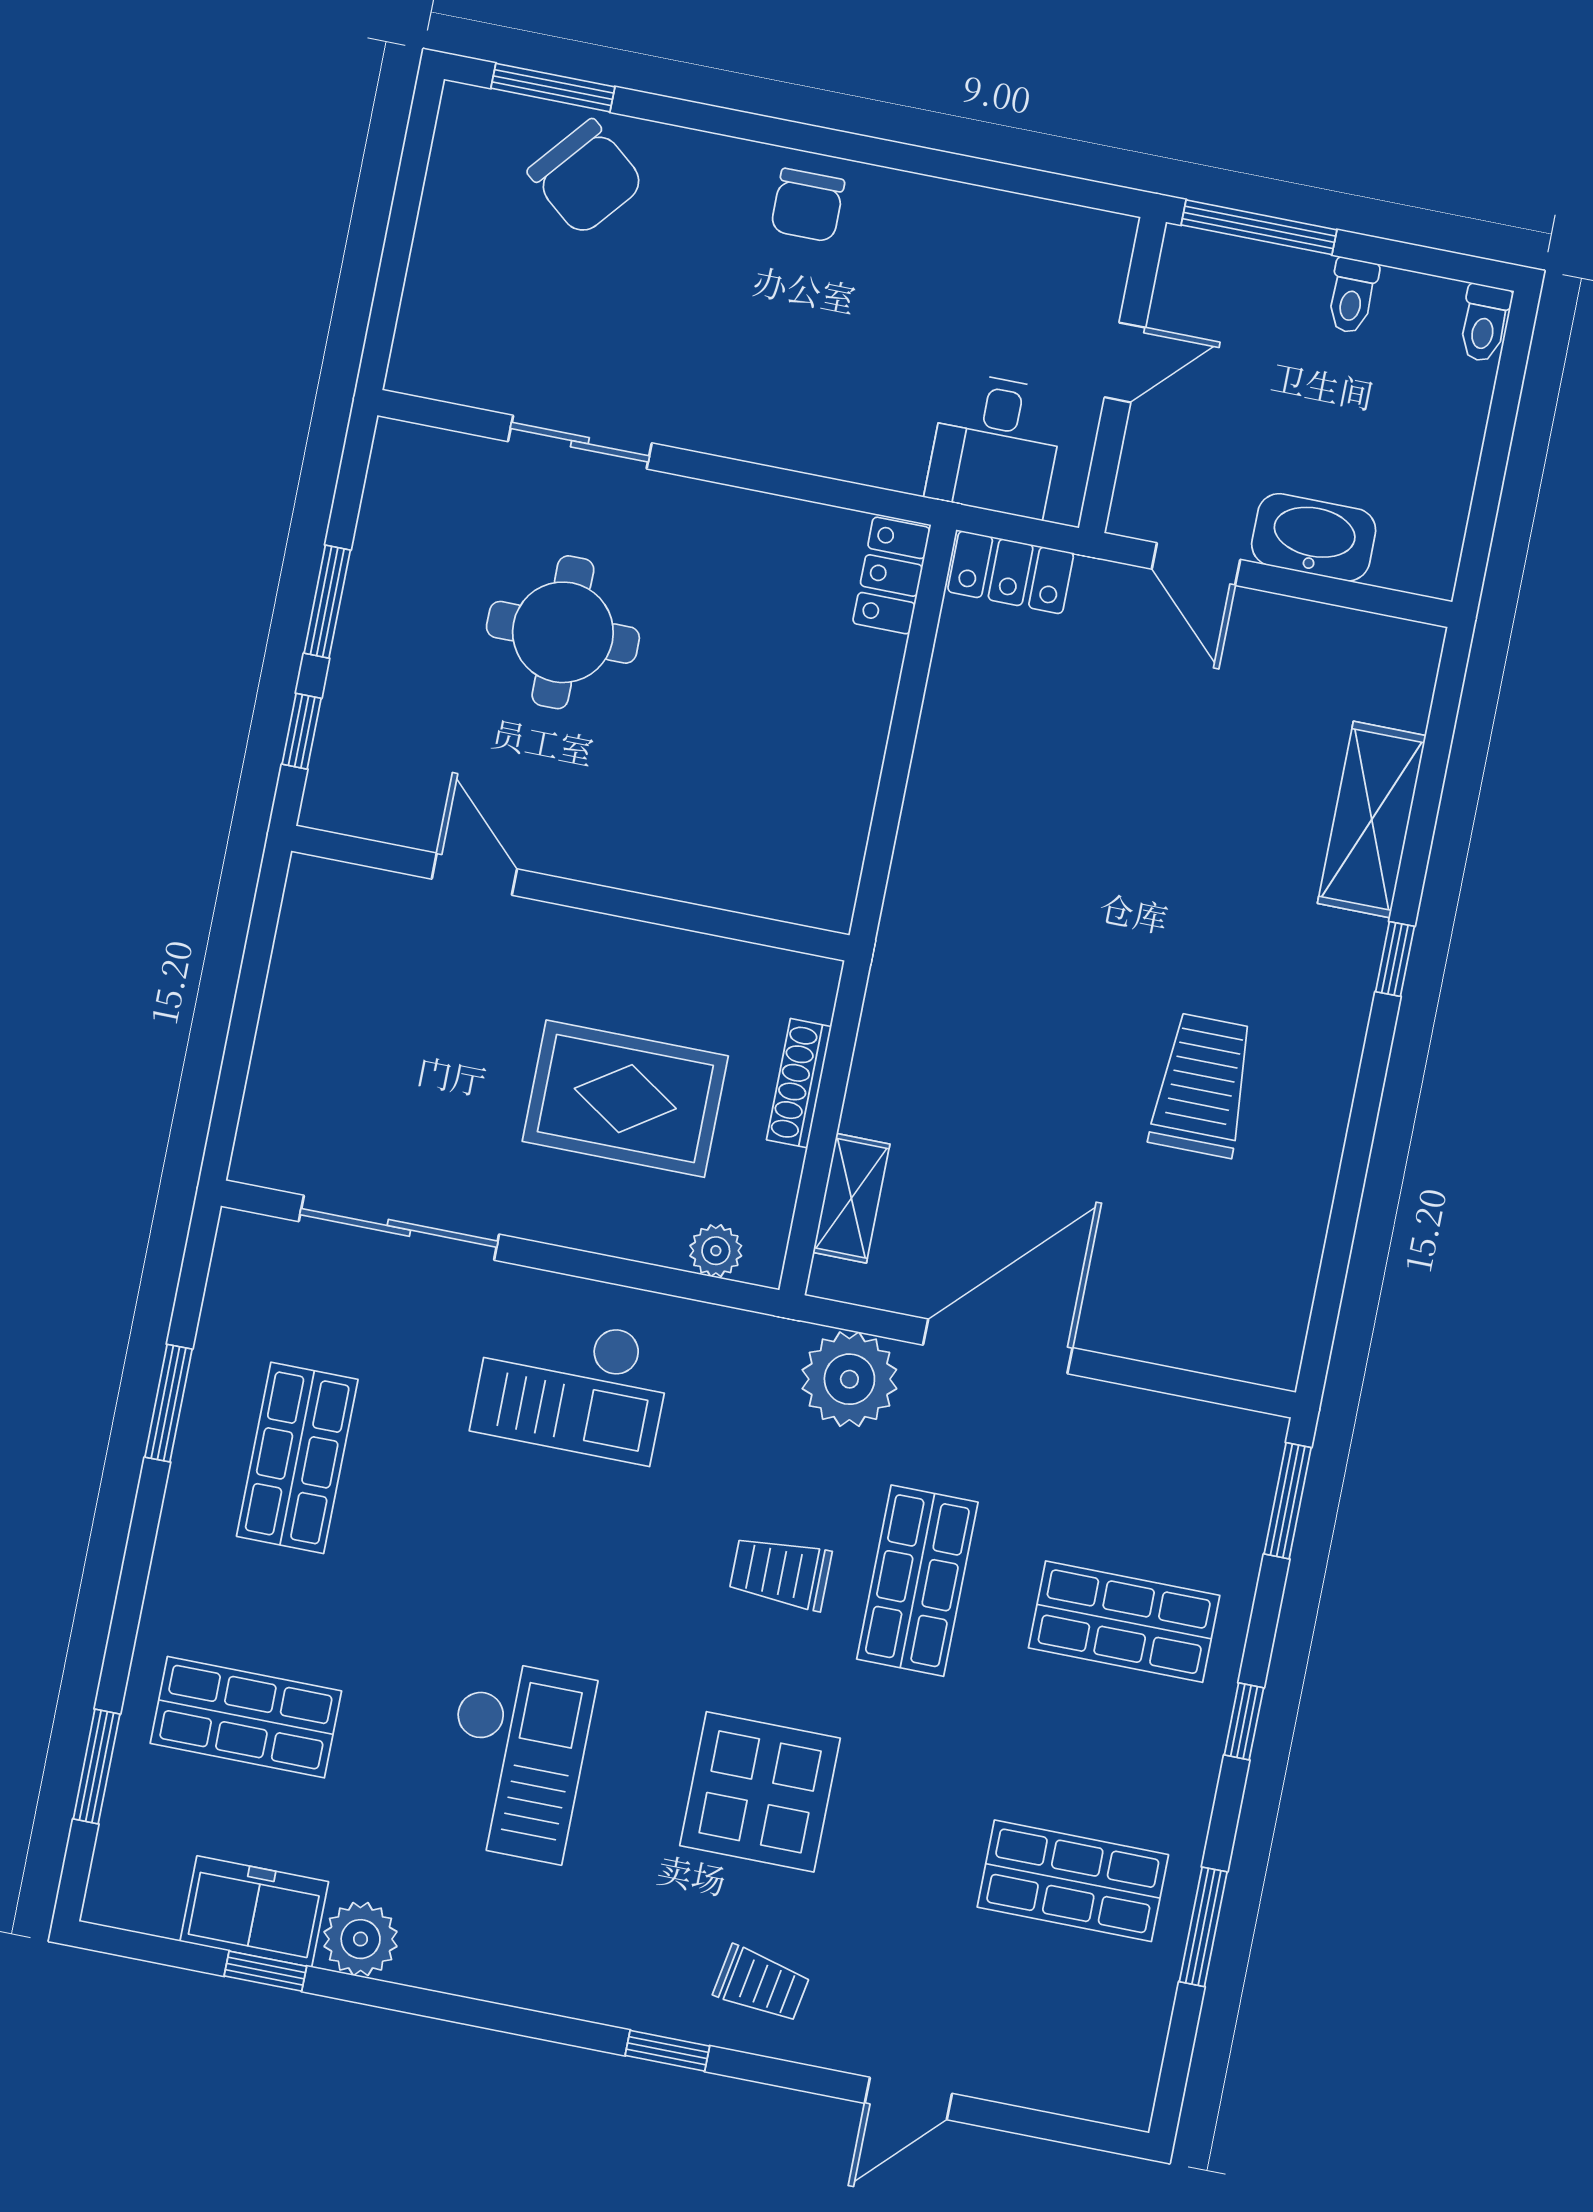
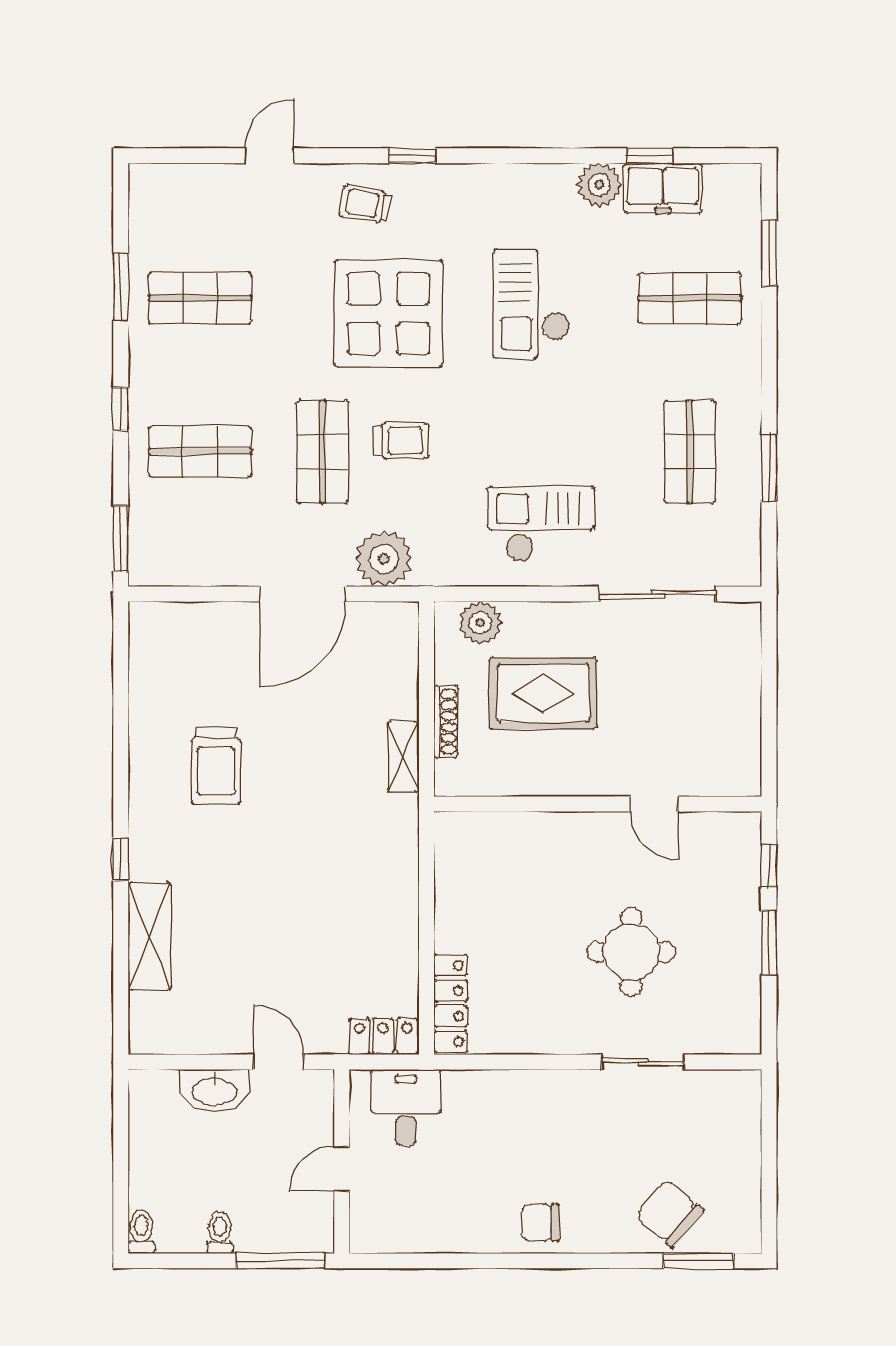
chair: (808, 205) -> (540, 1223), turned -90
locker: (891, 575) -> (451, 1004), width x1.53
shelving: (851, 1198) -> (403, 757), moved
plant: (716, 1251) -> (480, 623), width x1.38, depth x1.38
display table: (760, 1792) -> (388, 314), width x1.36, depth x1.36

